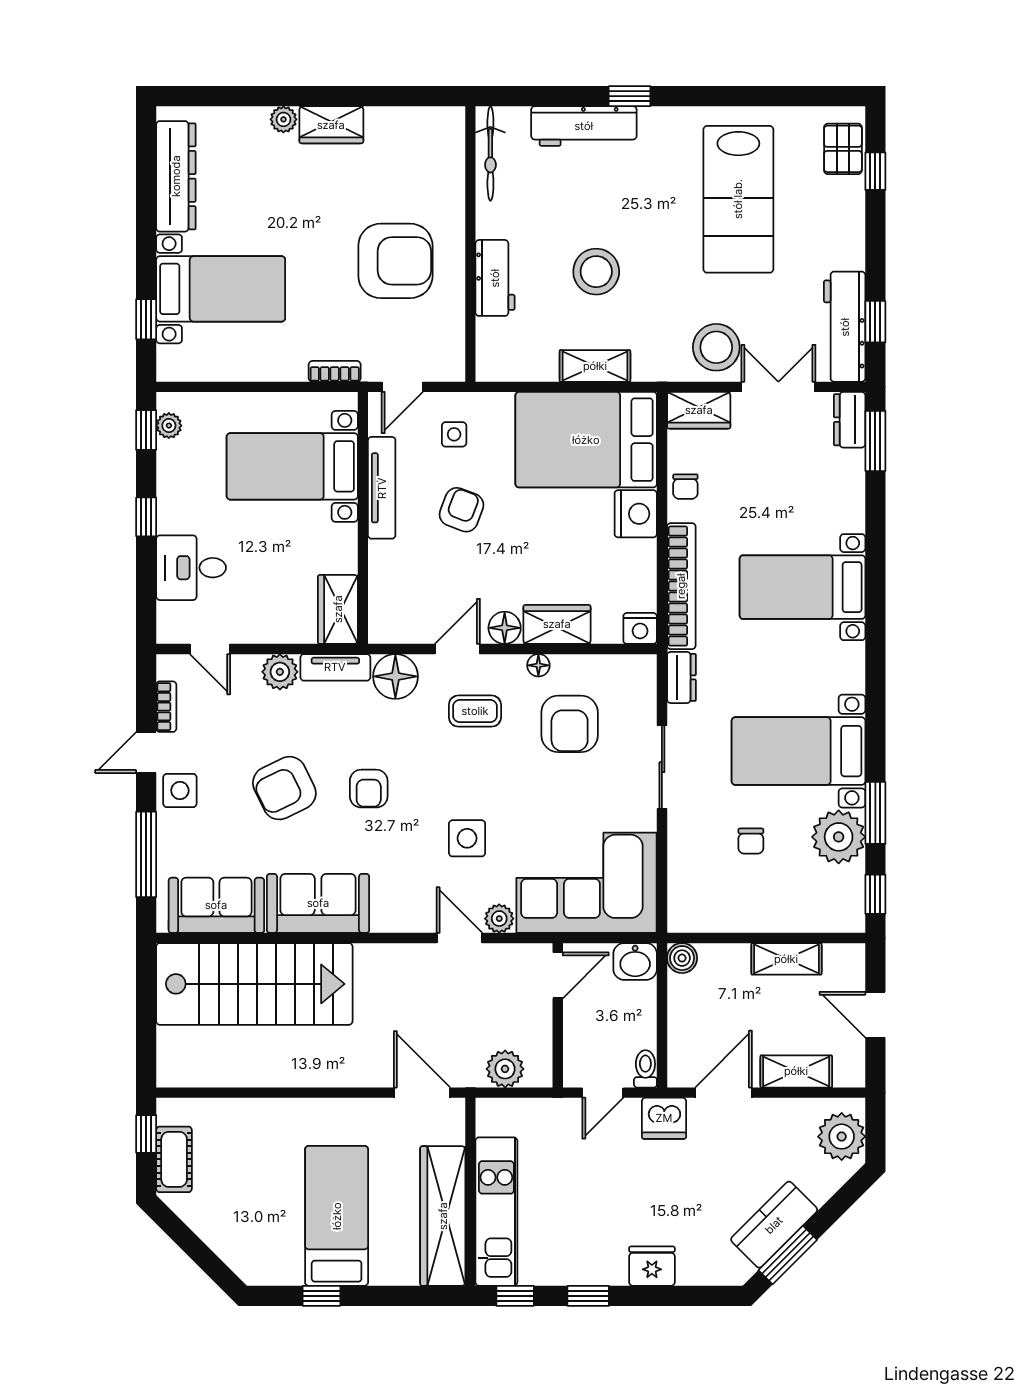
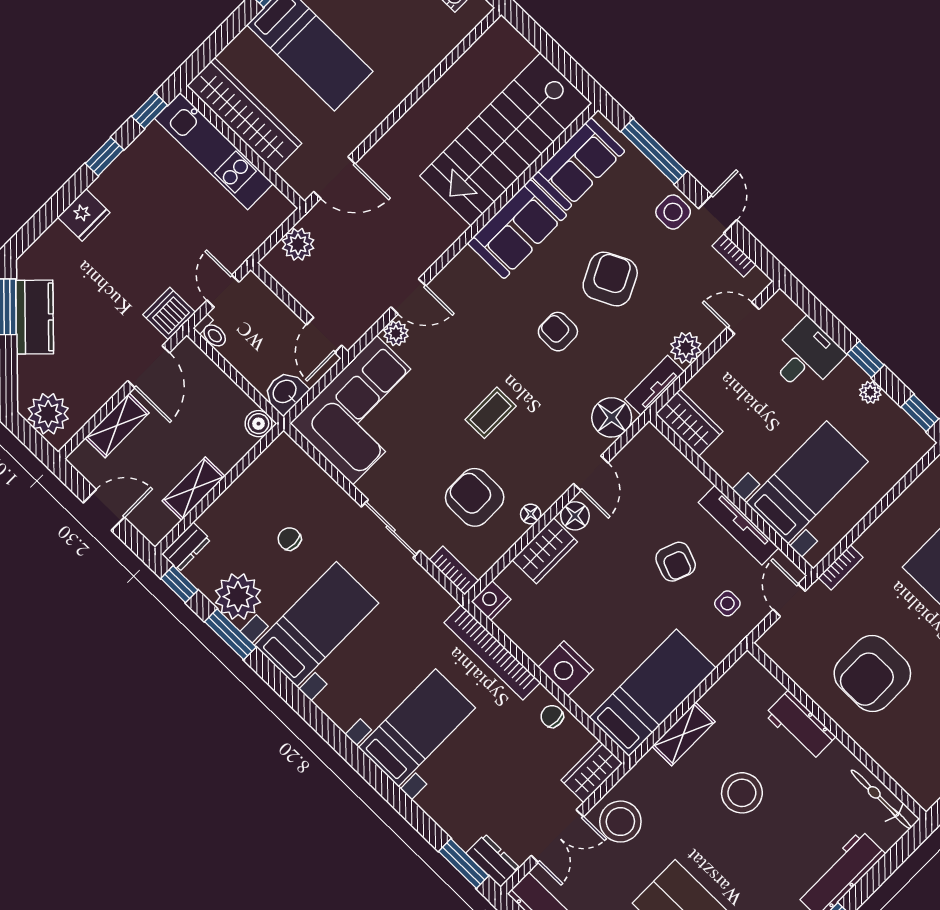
plant: (169, 426) -> (870, 392), moved
bed: (586, 440) -> (653, 693), width x0.67
dresser: (681, 677) -> (186, 547), moved, turned -90
bookcase: (646, 683) -> (454, 571), added
coffee table: (475, 711) -> (491, 413), moved
side table: (467, 838) -> (466, 363), removed

